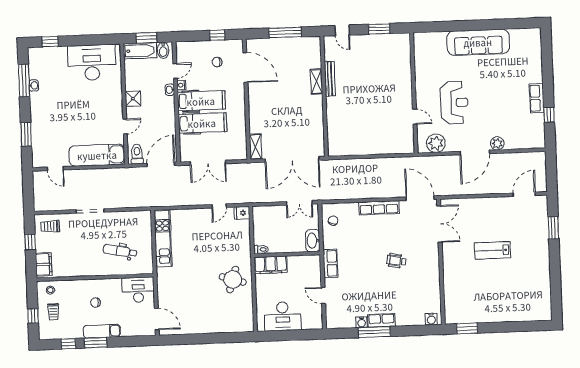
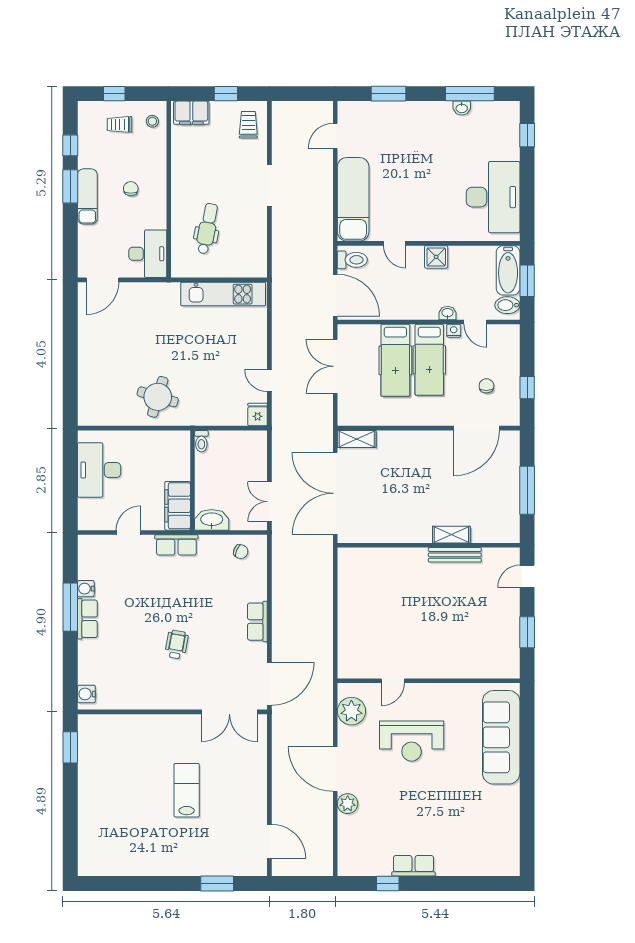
sofa: (478, 42) -> (501, 737), moved
row of seats: (379, 208) -> (257, 622), width x0.68
filing cabinet: (271, 265) -> (178, 506), moved

